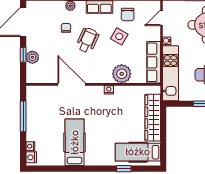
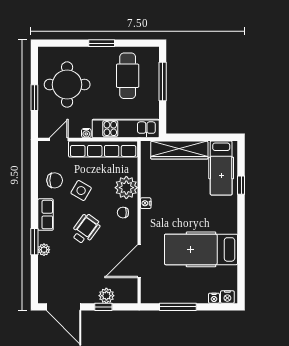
door: (162, 18) -> (59, 139), swing flipped
chair: (66, 28) -> (123, 213), moved
wheelchair: (87, 40) -> (86, 229), turned 102
row of seats: (154, 62) -> (103, 149), width x1.36
door: (72, 84) -> (139, 261), moved
hospital bed: (75, 142) -> (201, 249), width x1.37, depth x1.29

